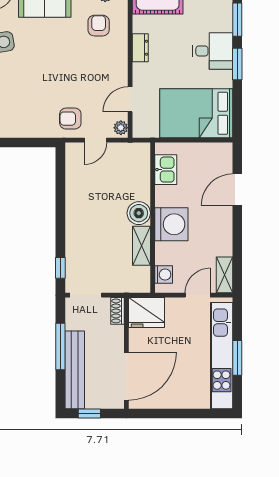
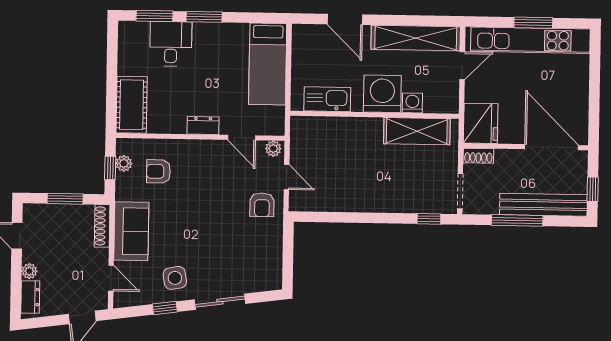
dresser: (140, 48) -> (203, 125), moved
desk: (213, 51) -> (171, 44), moved
bed: (196, 113) -> (268, 64), width x0.67
kitchen sink: (166, 170) -> (327, 99), width x1.38
boiler: (139, 213) -> (369, 130), removed
shelving: (141, 246) -> (417, 131), width x1.50, depth x1.33
washing machine: (164, 275) -> (412, 103), moved
shelving: (224, 275) -> (416, 38), width x2.20, depth x1.33
door: (198, 295) -> (462, 66), swing flipped

